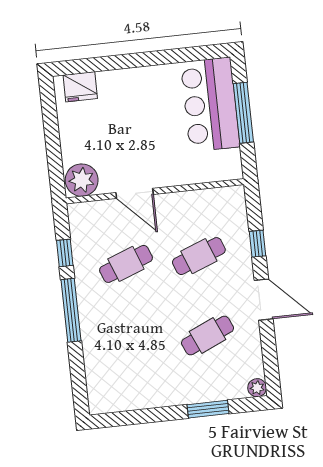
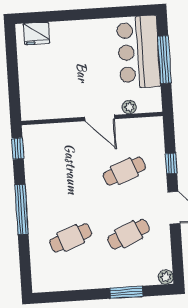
plant: (82, 180) -> (129, 107), moved, width x0.53, depth x0.53
door: (135, 193) -> (100, 118), moved
window: (65, 253) -> (18, 148), moved
cafe table: (126, 264) -> (71, 238), moved

